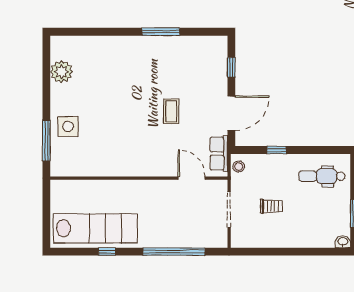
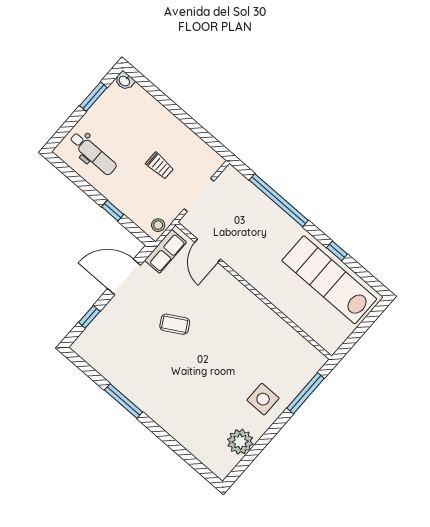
coffee table: (171, 111) -> (175, 324), turned 60
side table: (68, 126) -> (263, 399), moved
trolley: (271, 206) -> (160, 166), turned 180

